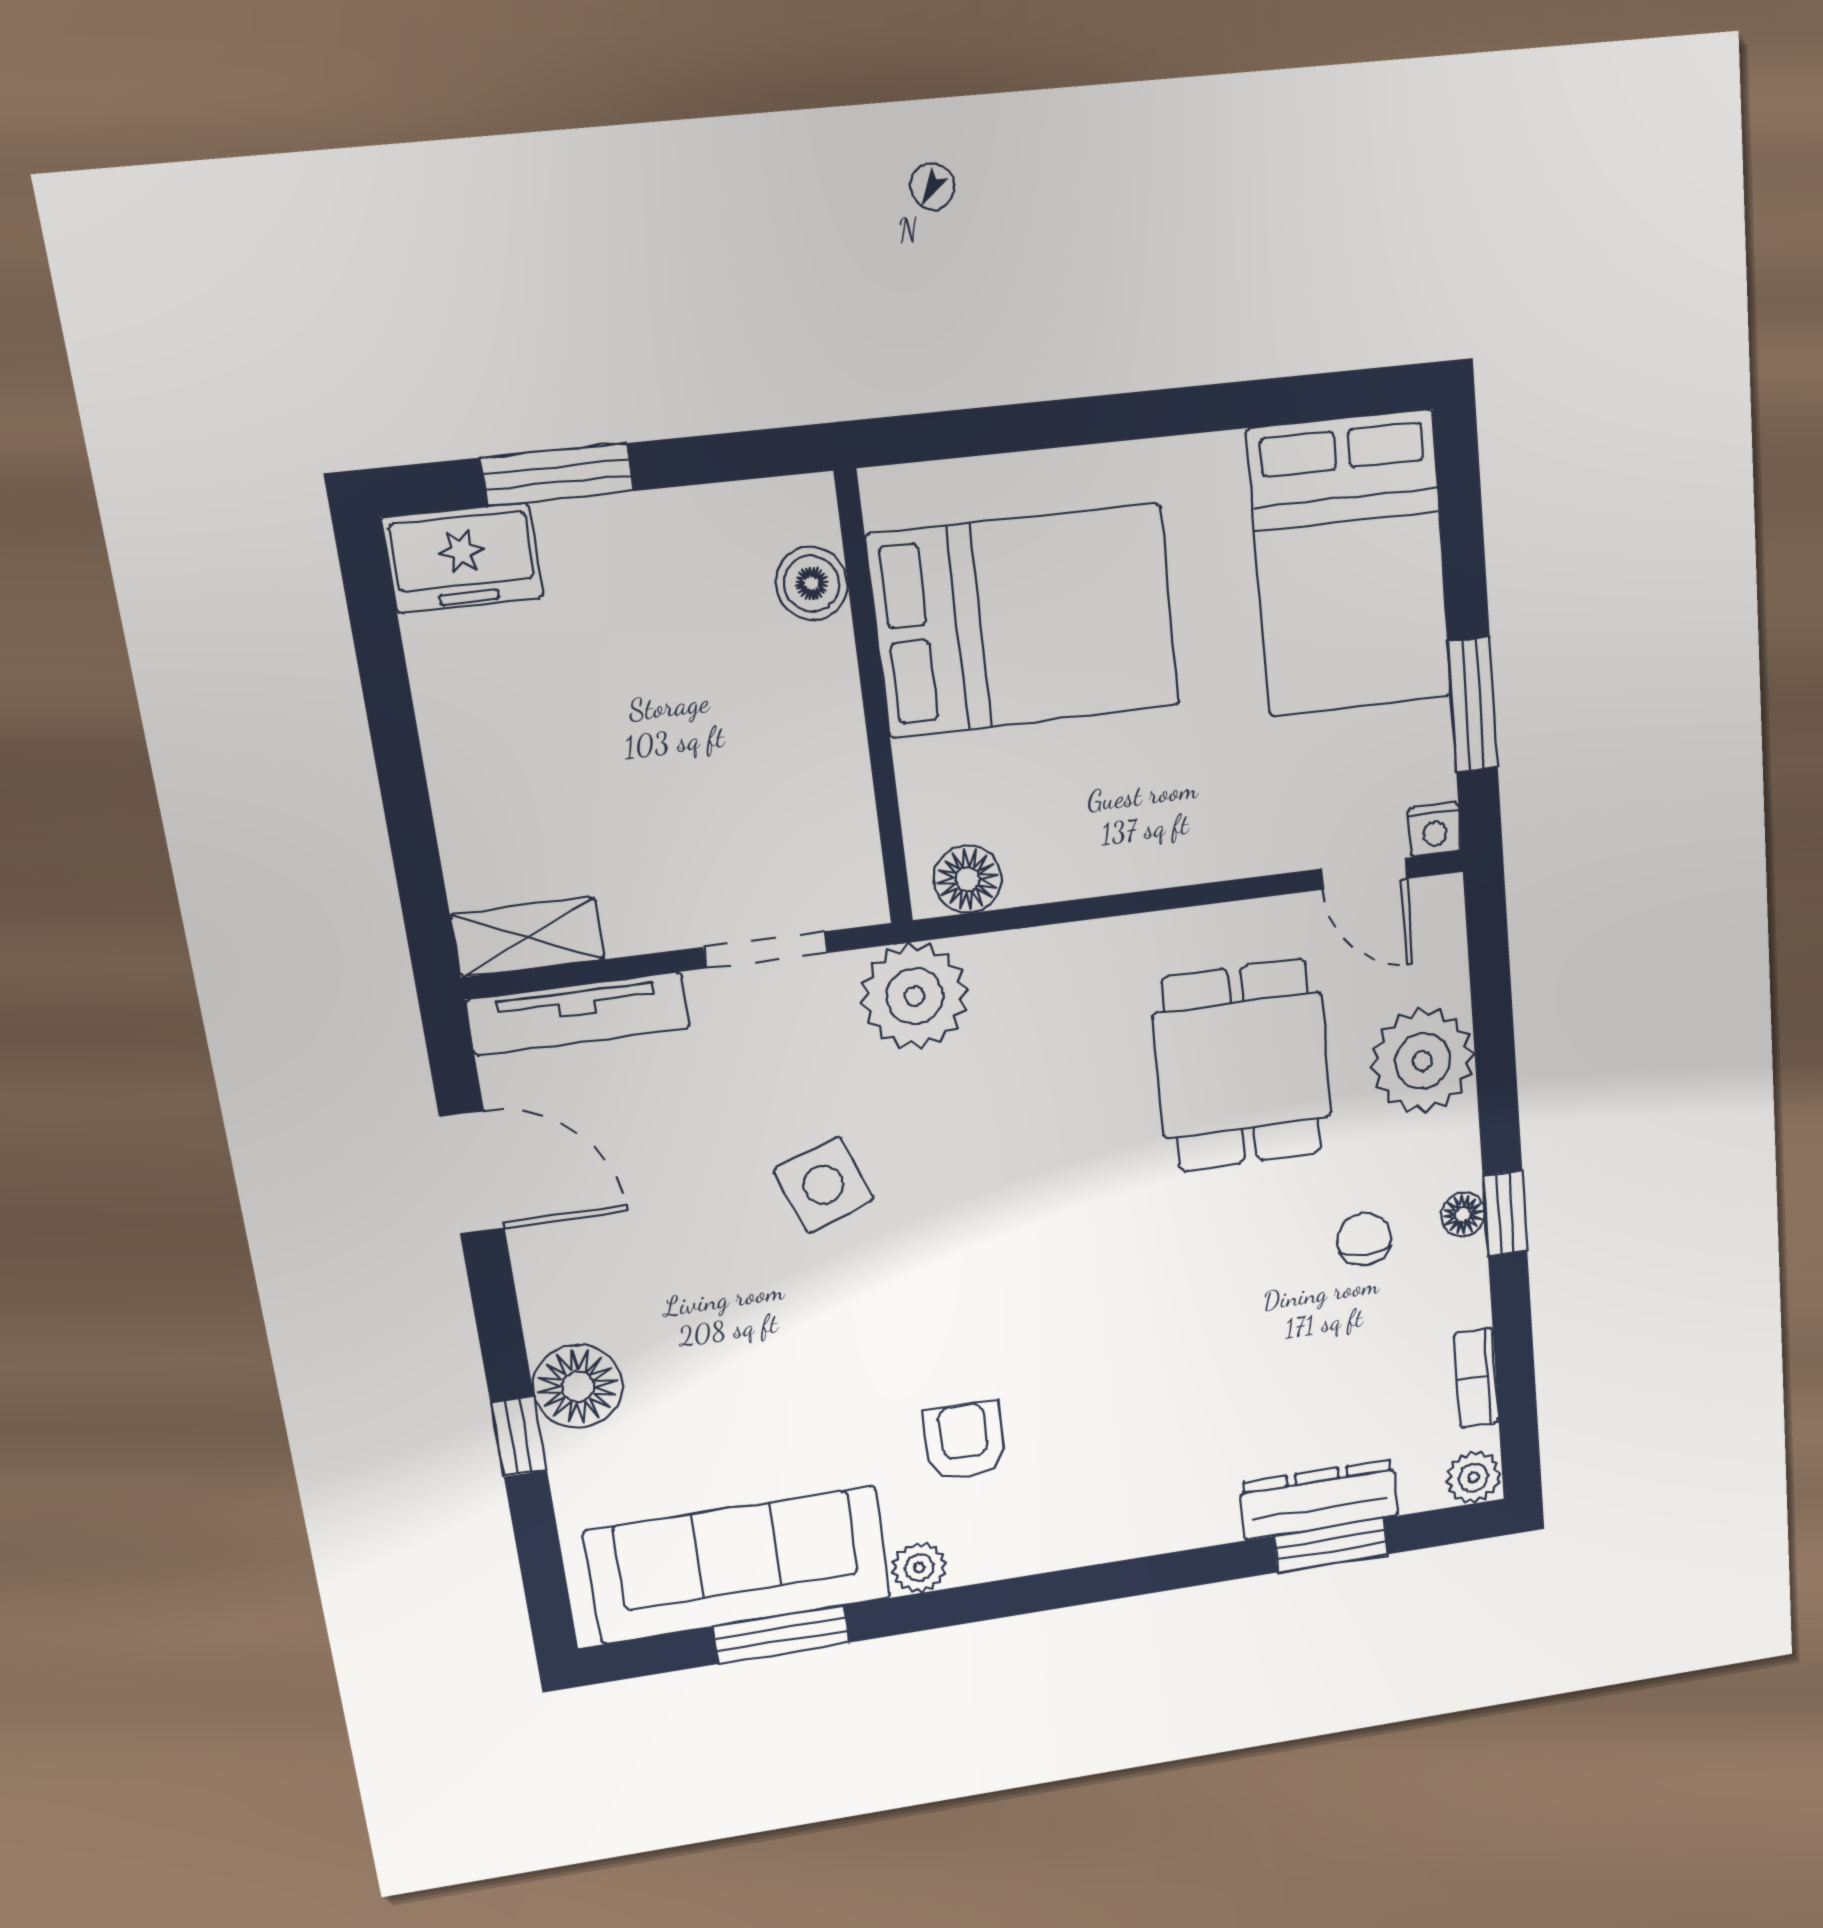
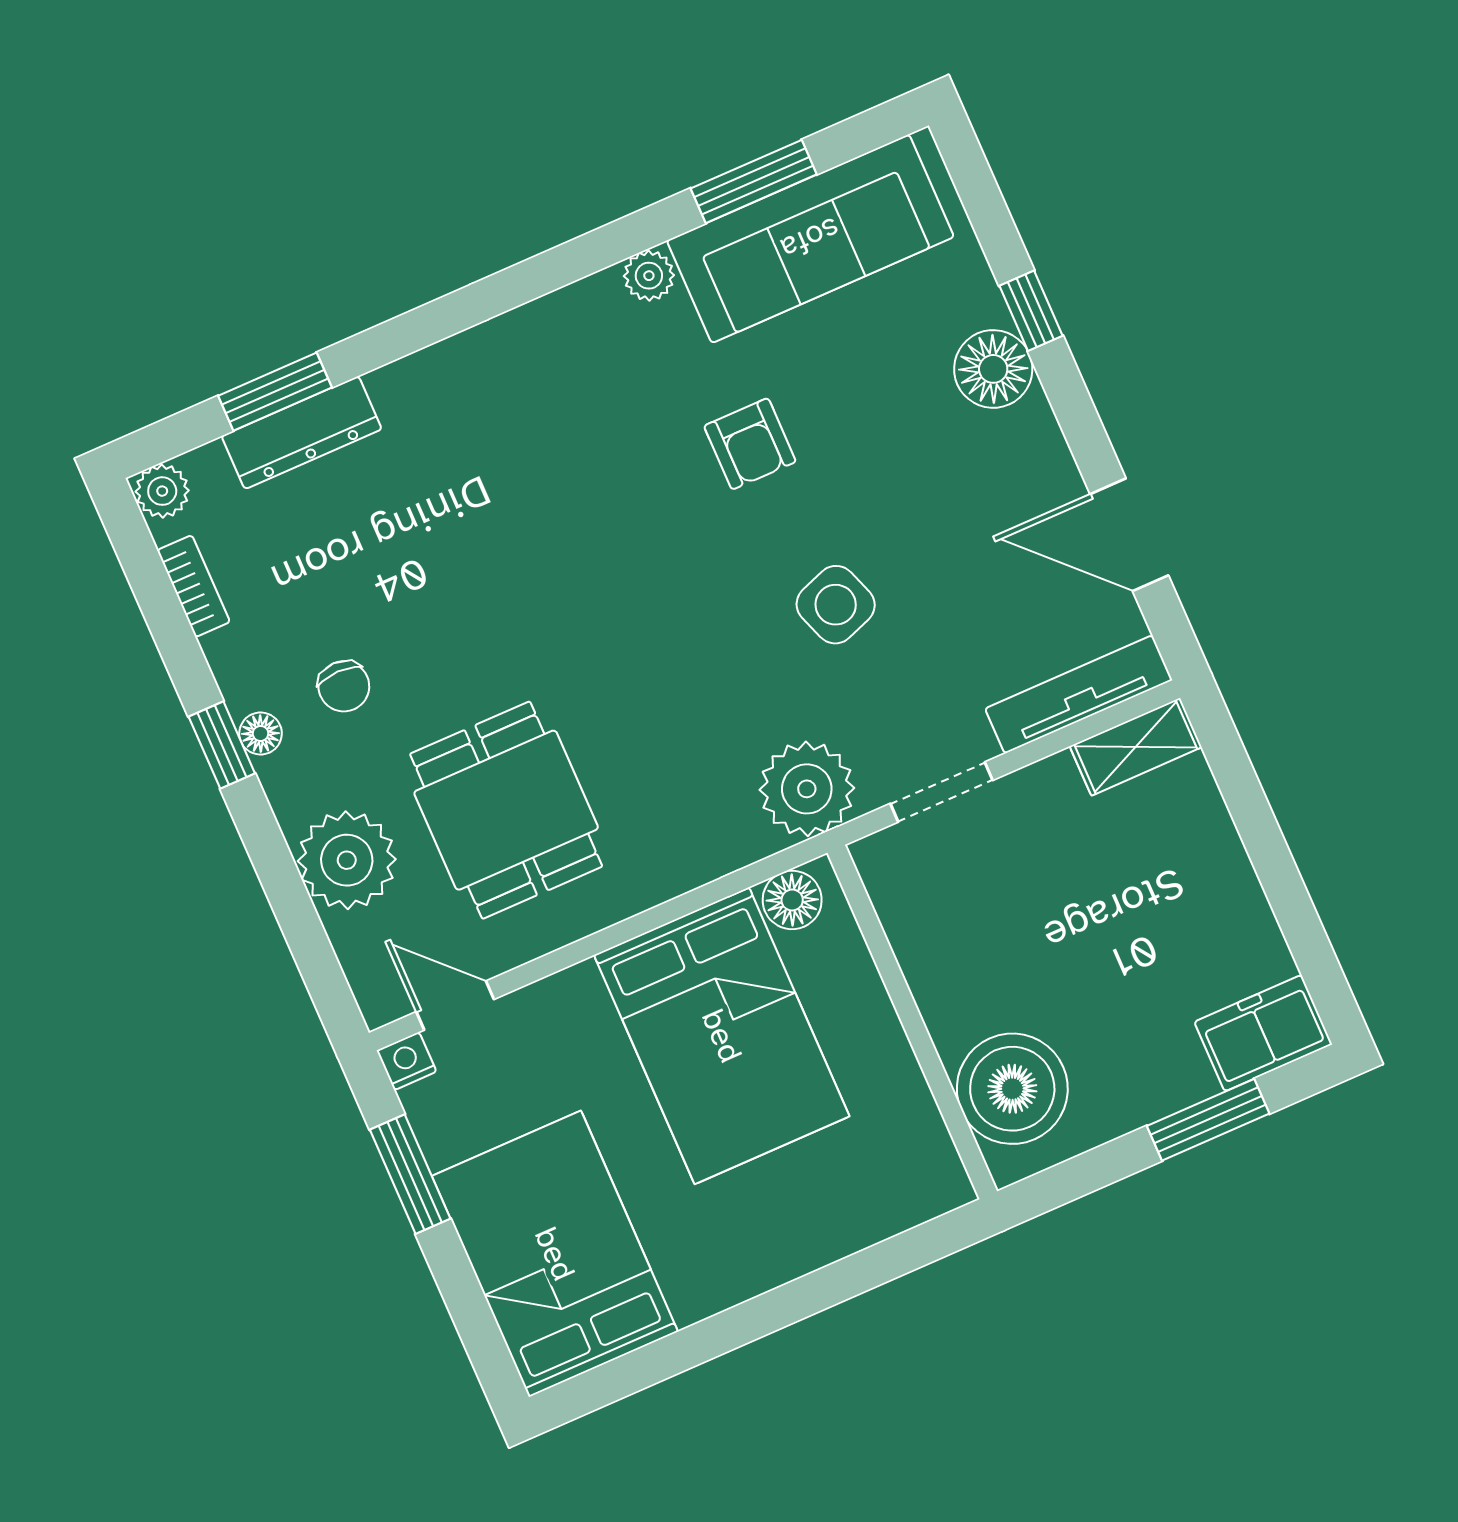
boiler: (812, 584) -> (1012, 1089), width x1.86, depth x1.86
bed: (1025, 621) -> (722, 1036), moved, turned -90
armchair: (964, 1441) -> (750, 444), moved

